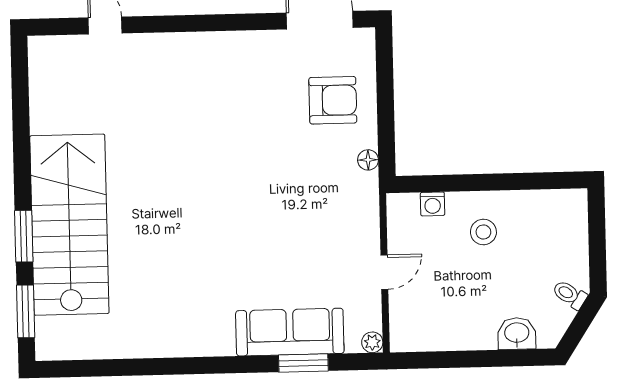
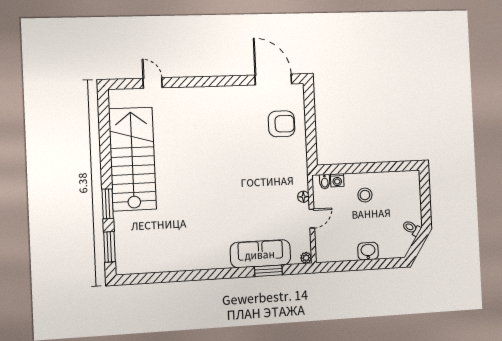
floor lamp: (368, 160) -> (303, 197), moved
bidet: (409, 206) -> (325, 182), added
stairs: (69, 225) -> (132, 159), moved
washbasin: (517, 333) -> (368, 251), moved

